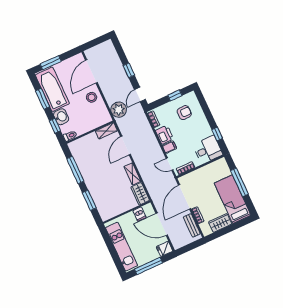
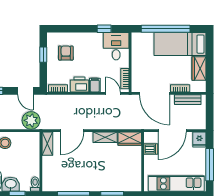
door: (126, 146) -> (72, 131), hinge flipped
door: (170, 164) -> (113, 93), swing flipped
window: (239, 182) -> (166, 29), width x1.46

